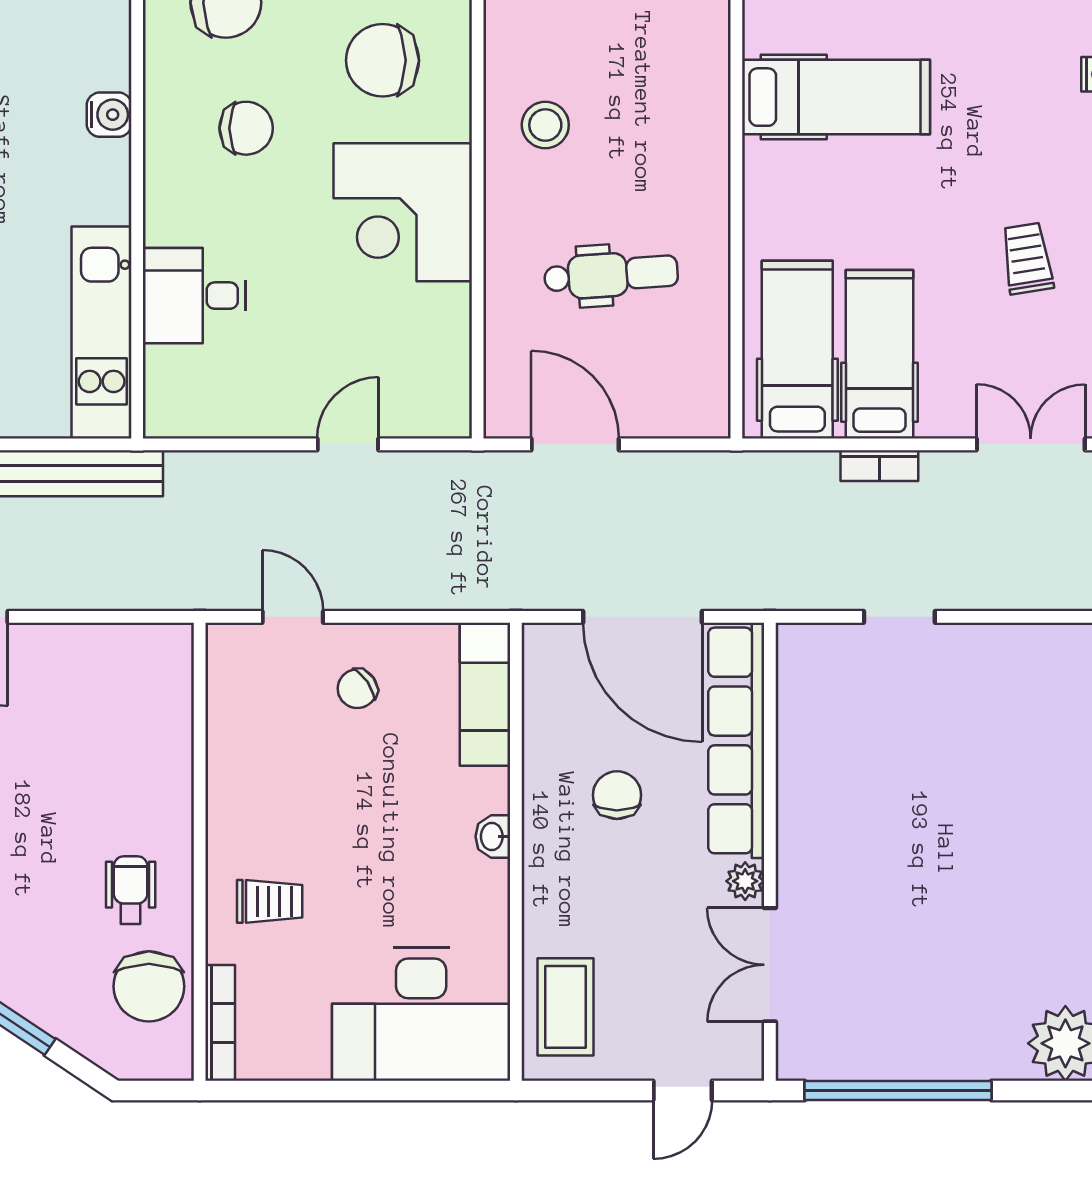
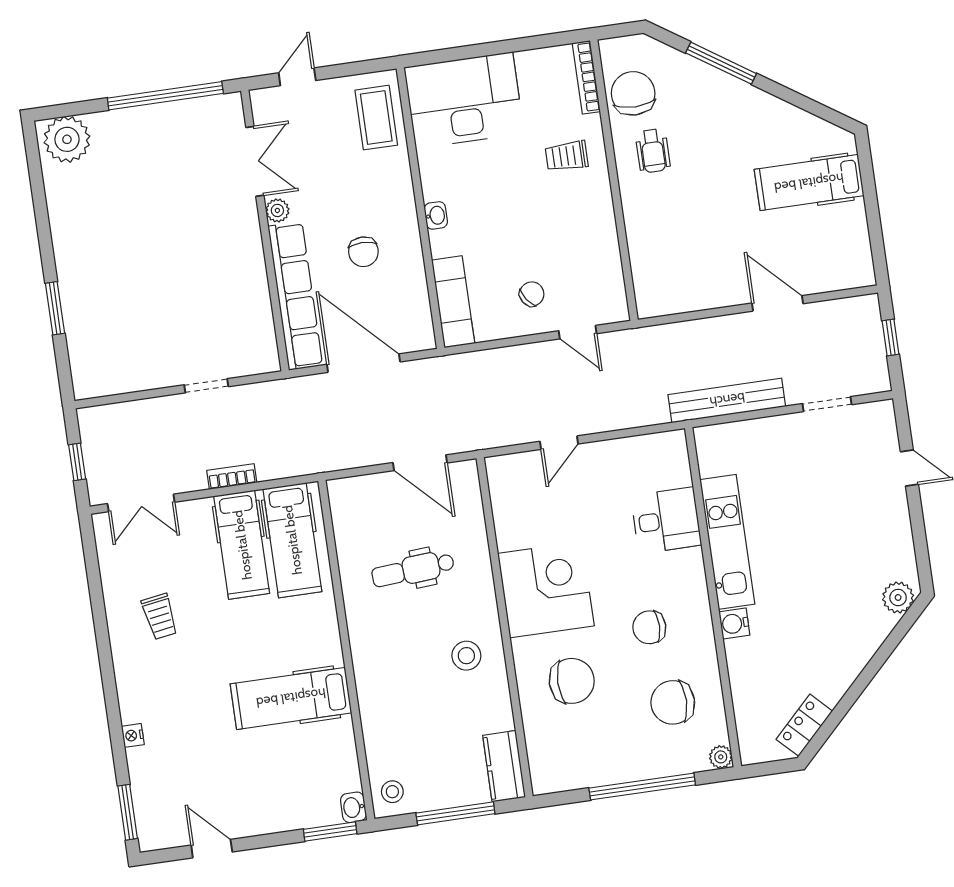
kitchen unit: (102, 333) -> (727, 542), moved

